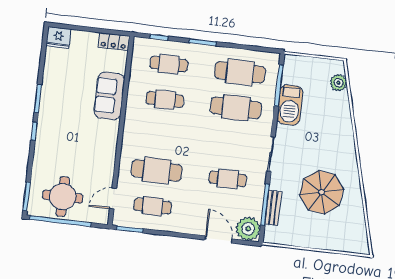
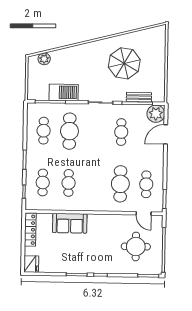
locker: (114, 42) -> (30, 230), width x1.53
cafe table: (240, 72) -> (44, 131), width x0.73, depth x0.74
round table: (63, 197) -> (136, 246), moved

